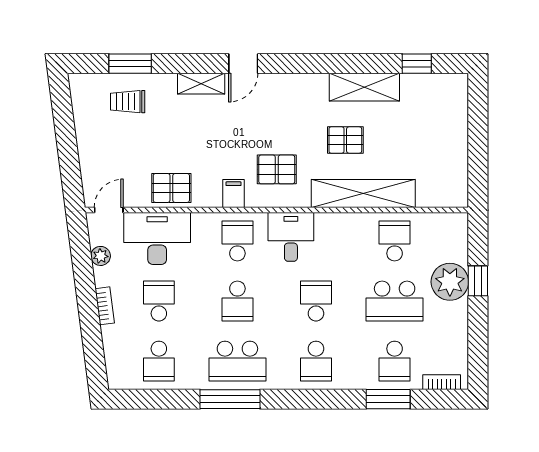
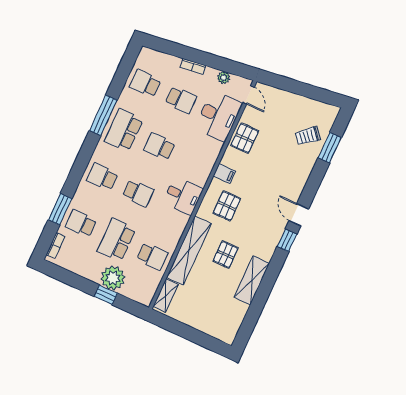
window: (417, 64) -> (287, 240), moved
shelving: (201, 84) -> (166, 295), moved
trolley: (128, 102) -> (308, 136), turned -130
school desk: (237, 241) -> (195, 163), removed

